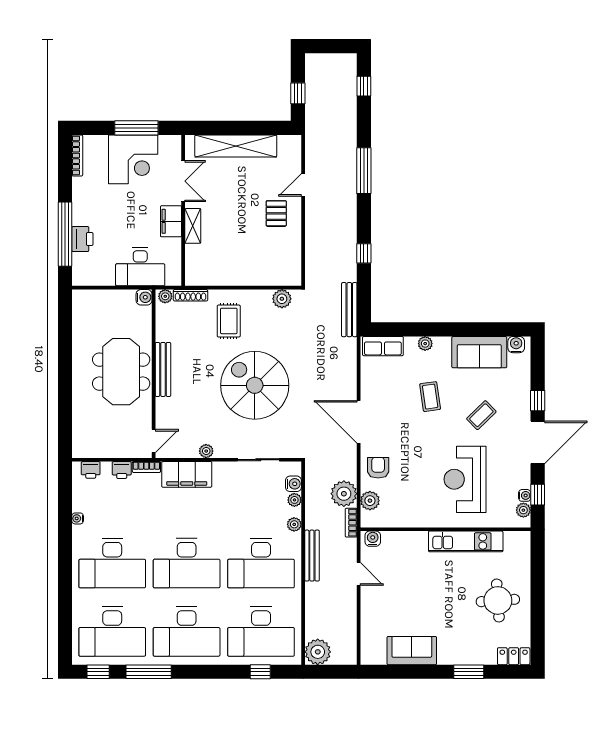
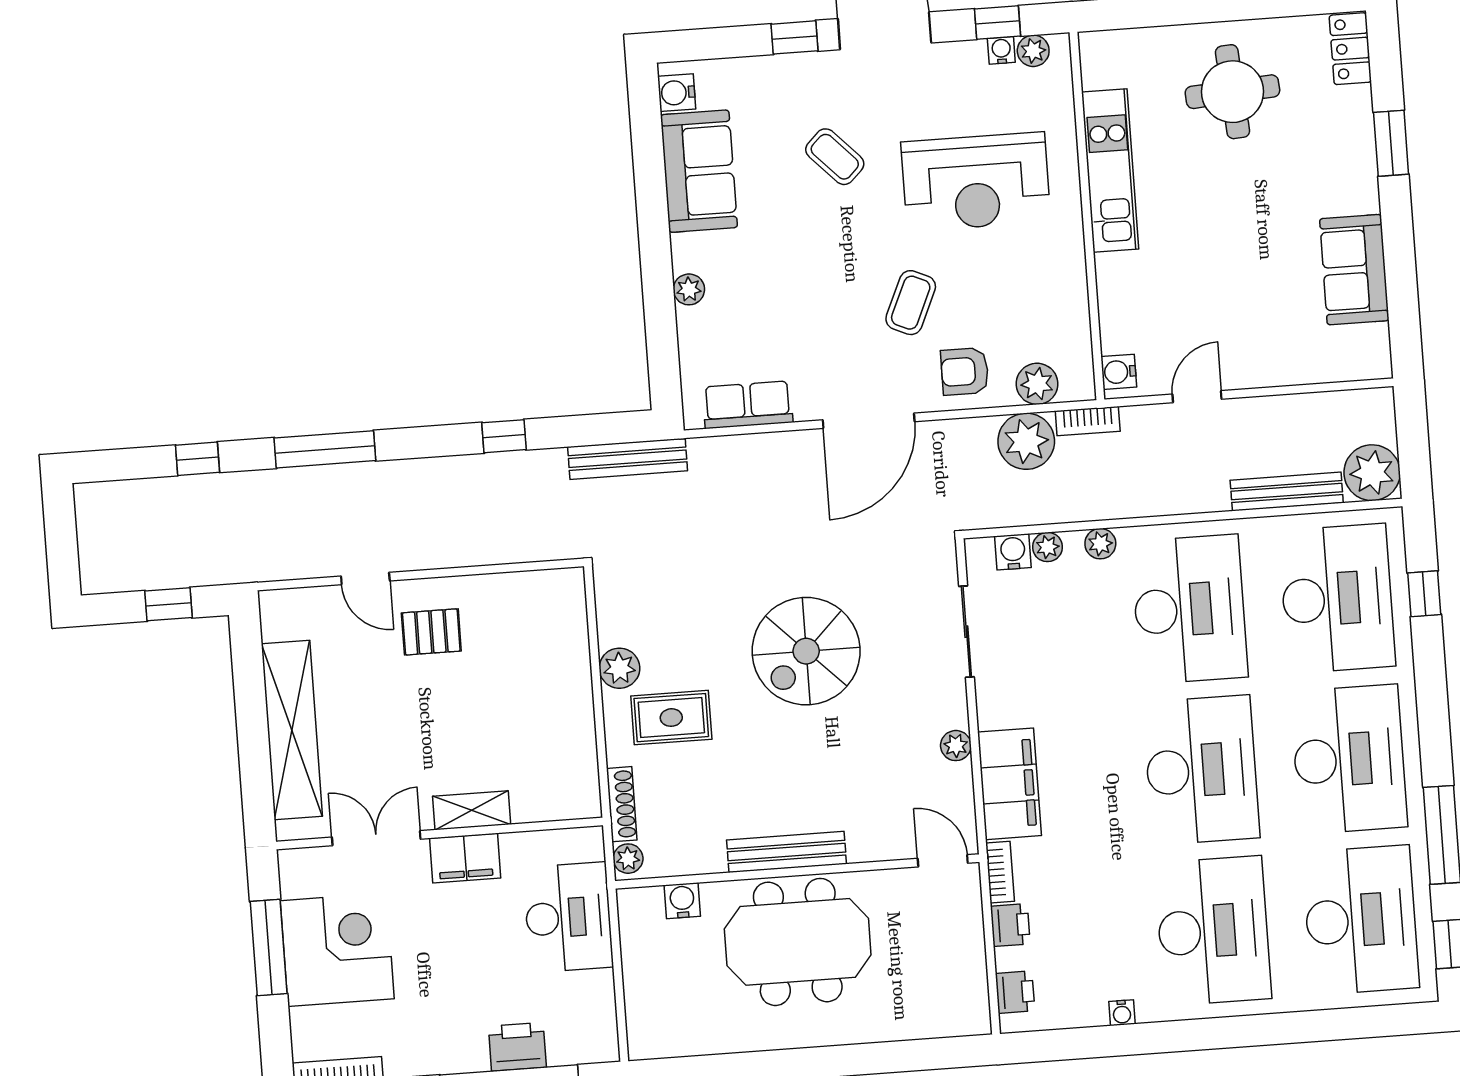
window: (364, 86) -> (197, 459), moved
water cooler: (144, 297) -> (682, 901), moved
plant: (282, 299) -> (619, 668), moved
row of seats: (383, 346) -> (748, 405), moved, turned -90
spiral stairs: (255, 385) -> (806, 651), width x0.73, depth x0.73
coffee table: (430, 397) -> (911, 303), moved, turned -58
bench: (312, 556) -> (1287, 492), moved

